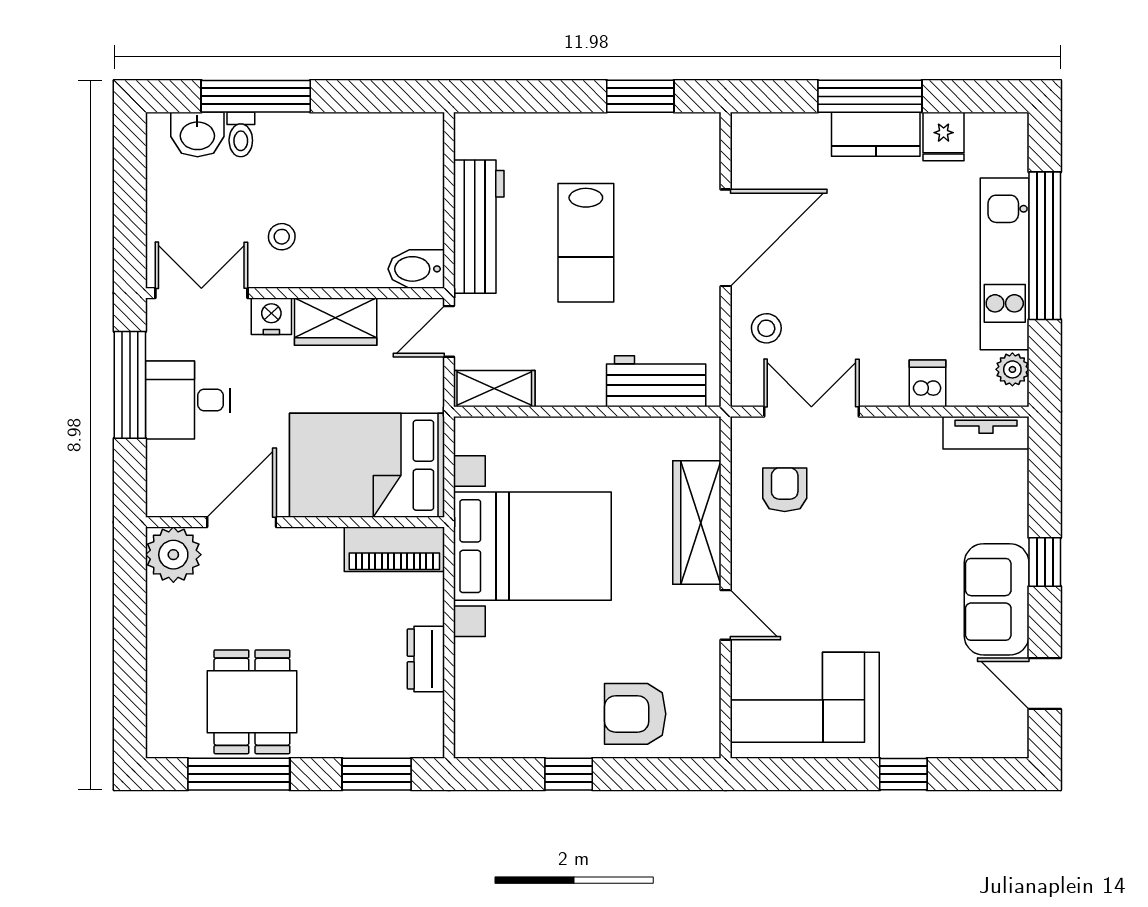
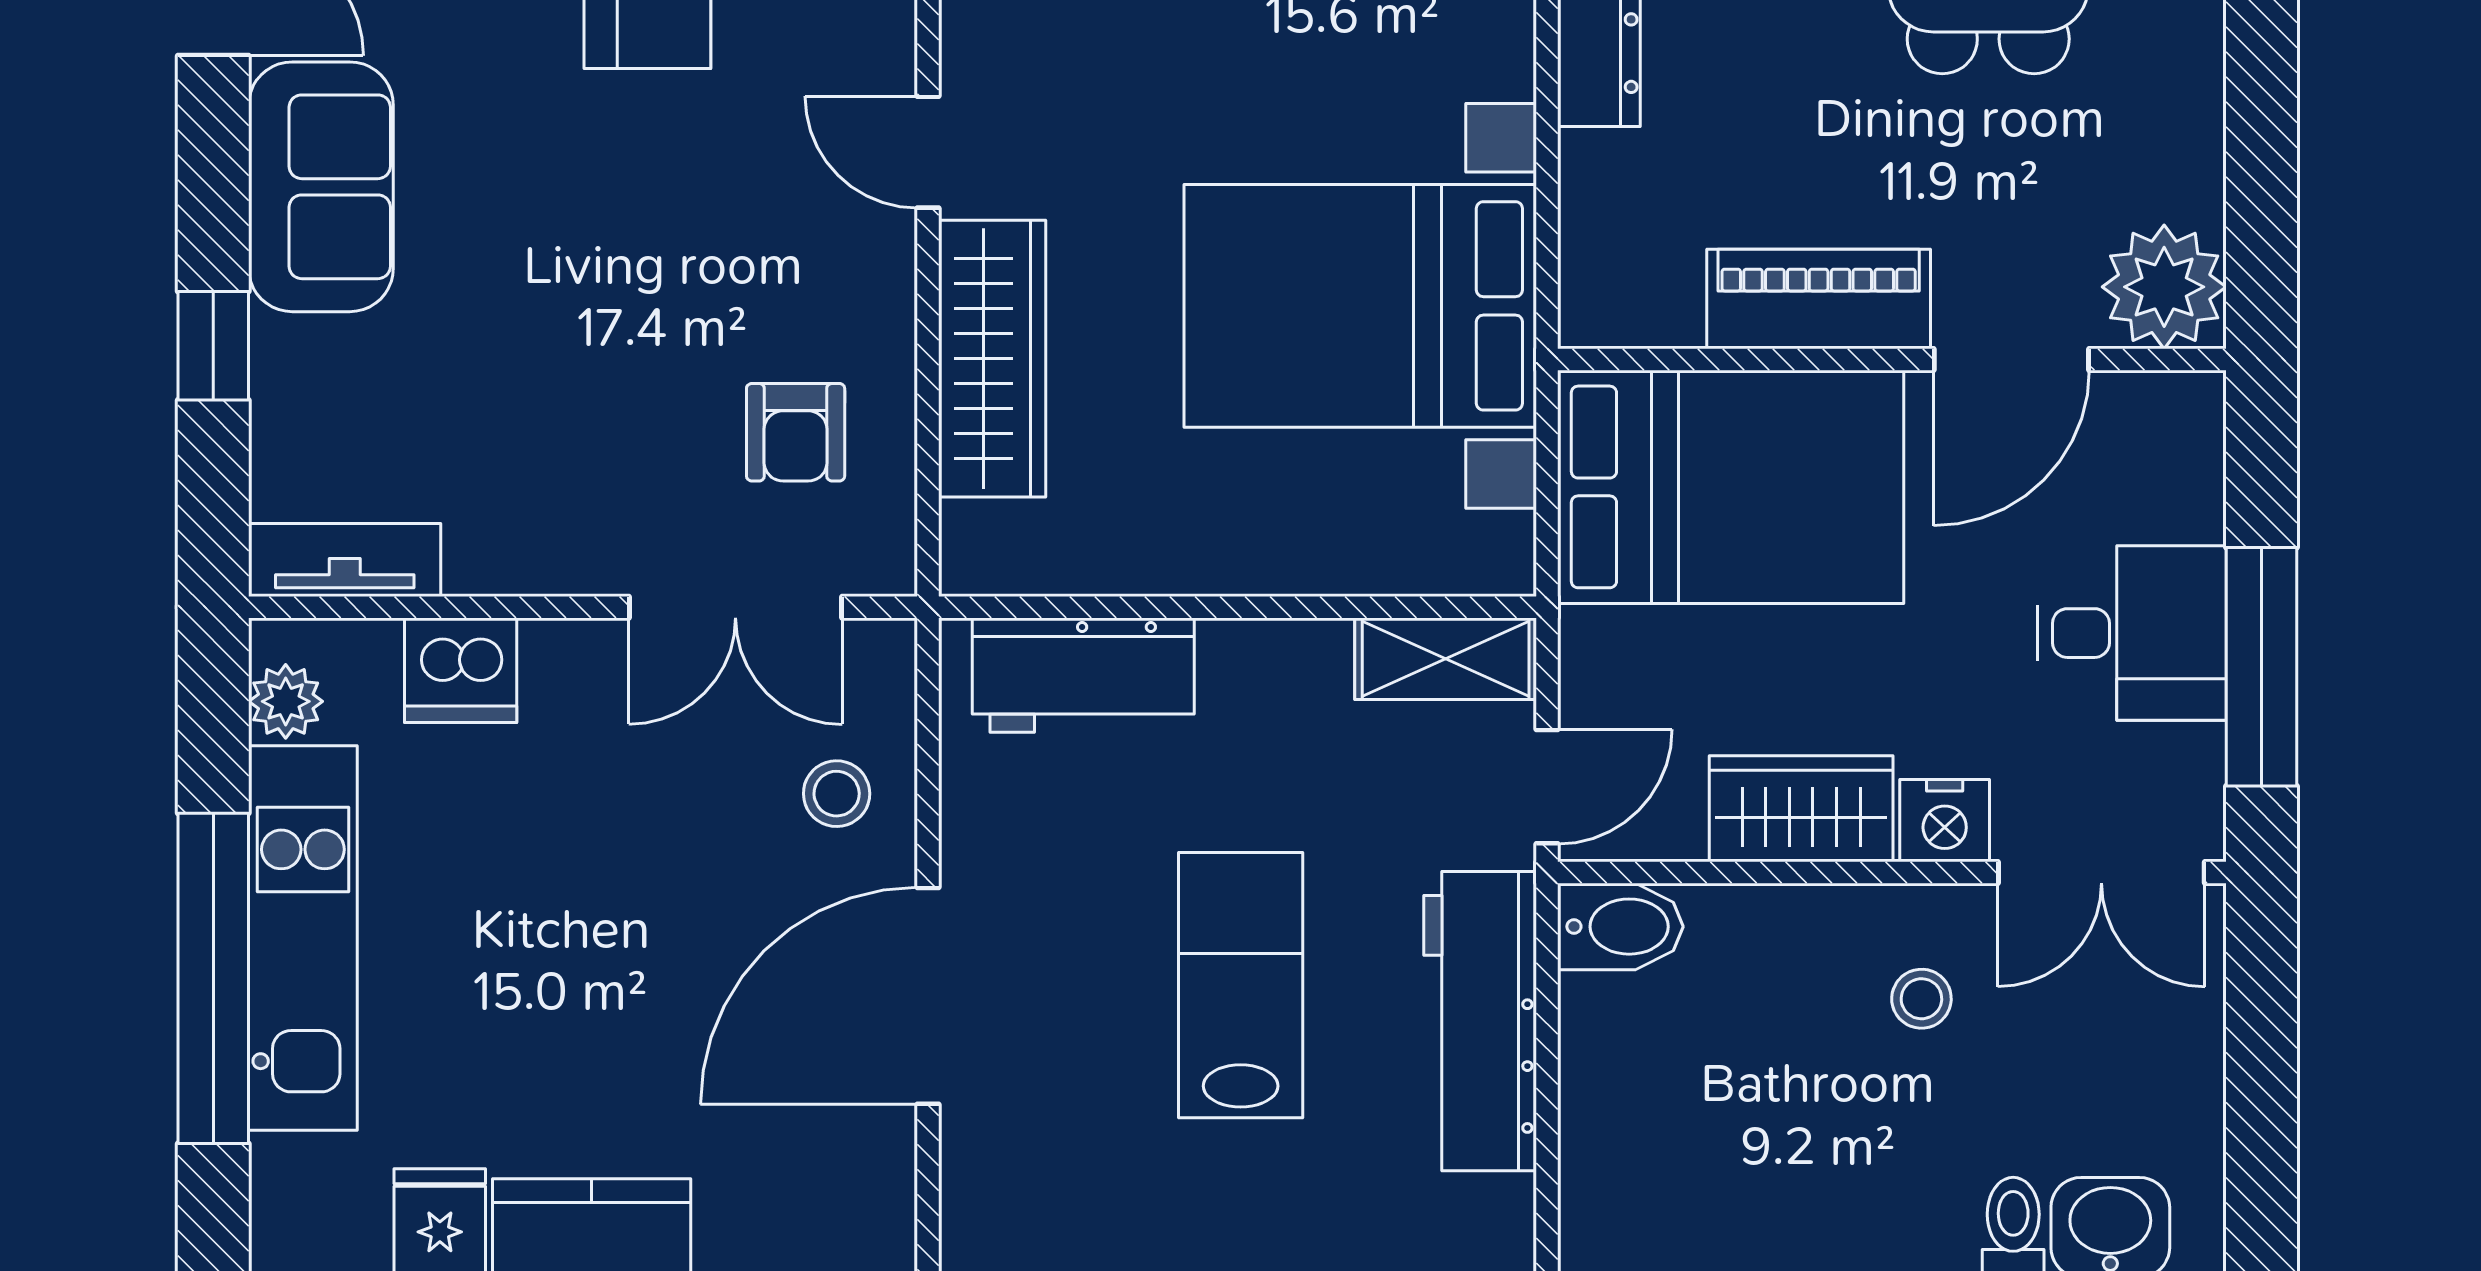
dishwasher: (927, 383) -> (461, 670), width x1.38
piano: (394, 549) -> (1819, 299), moved
window: (1045, 562) -> (213, 346), moved

